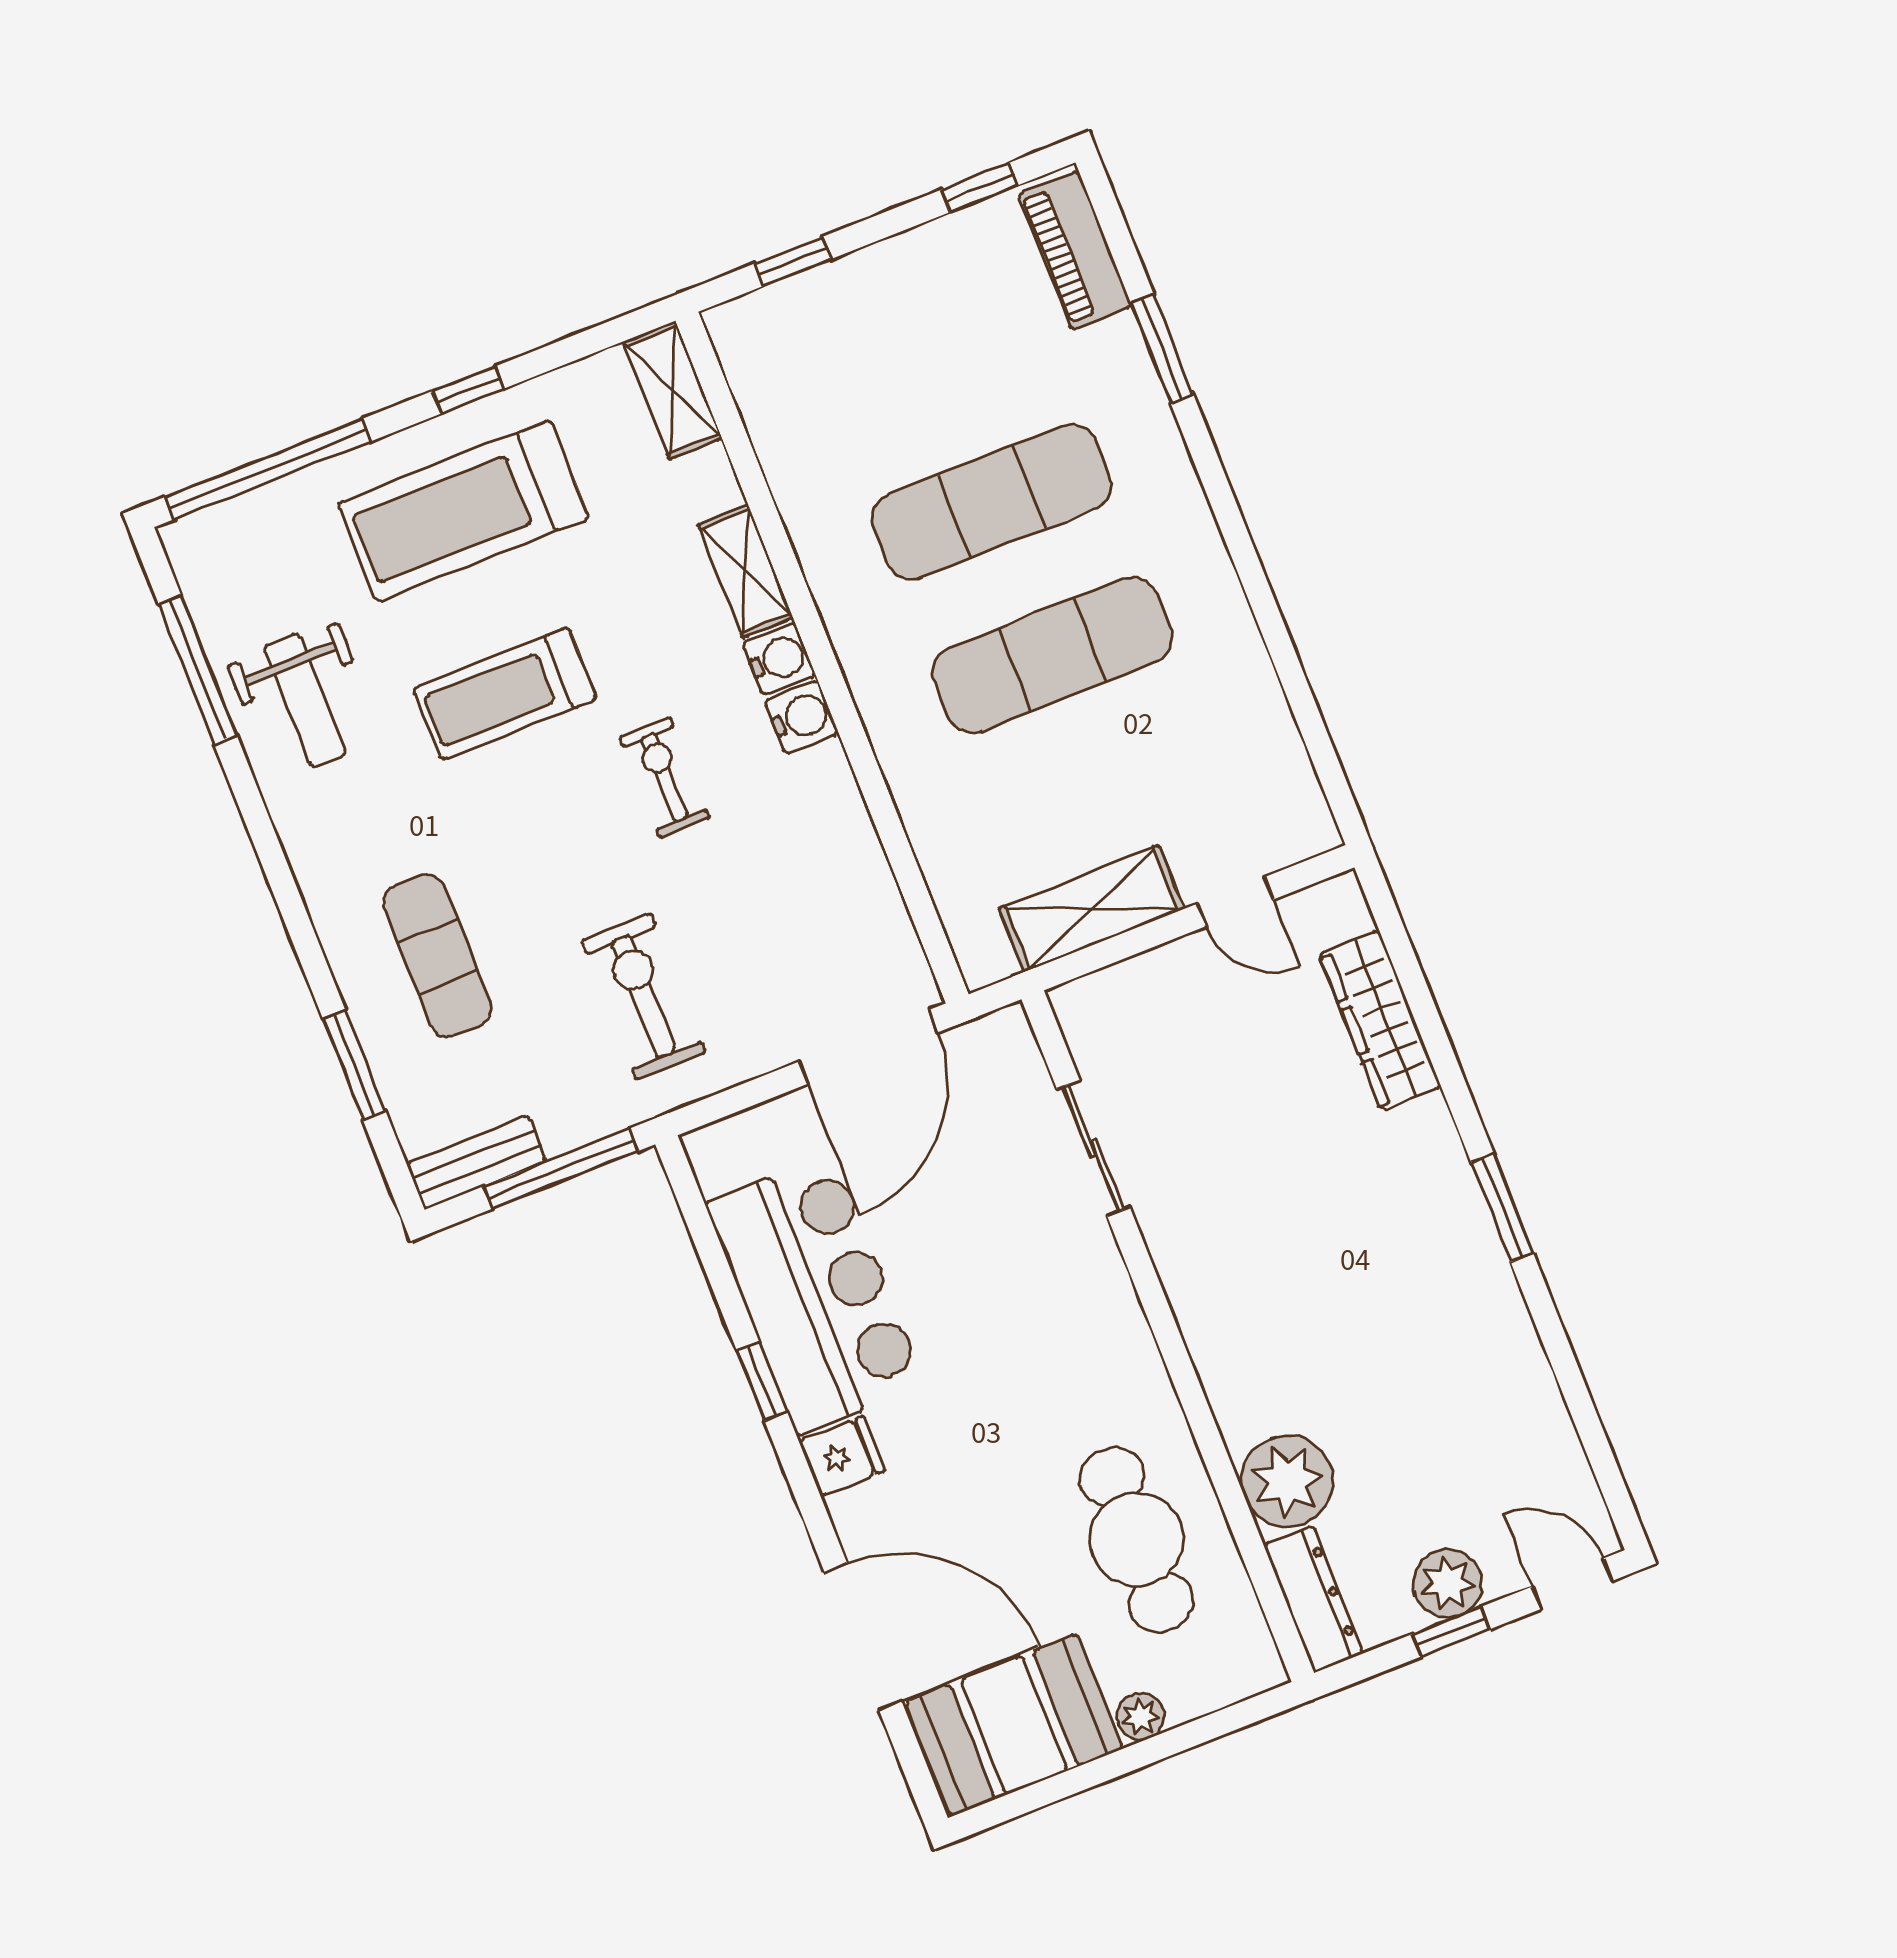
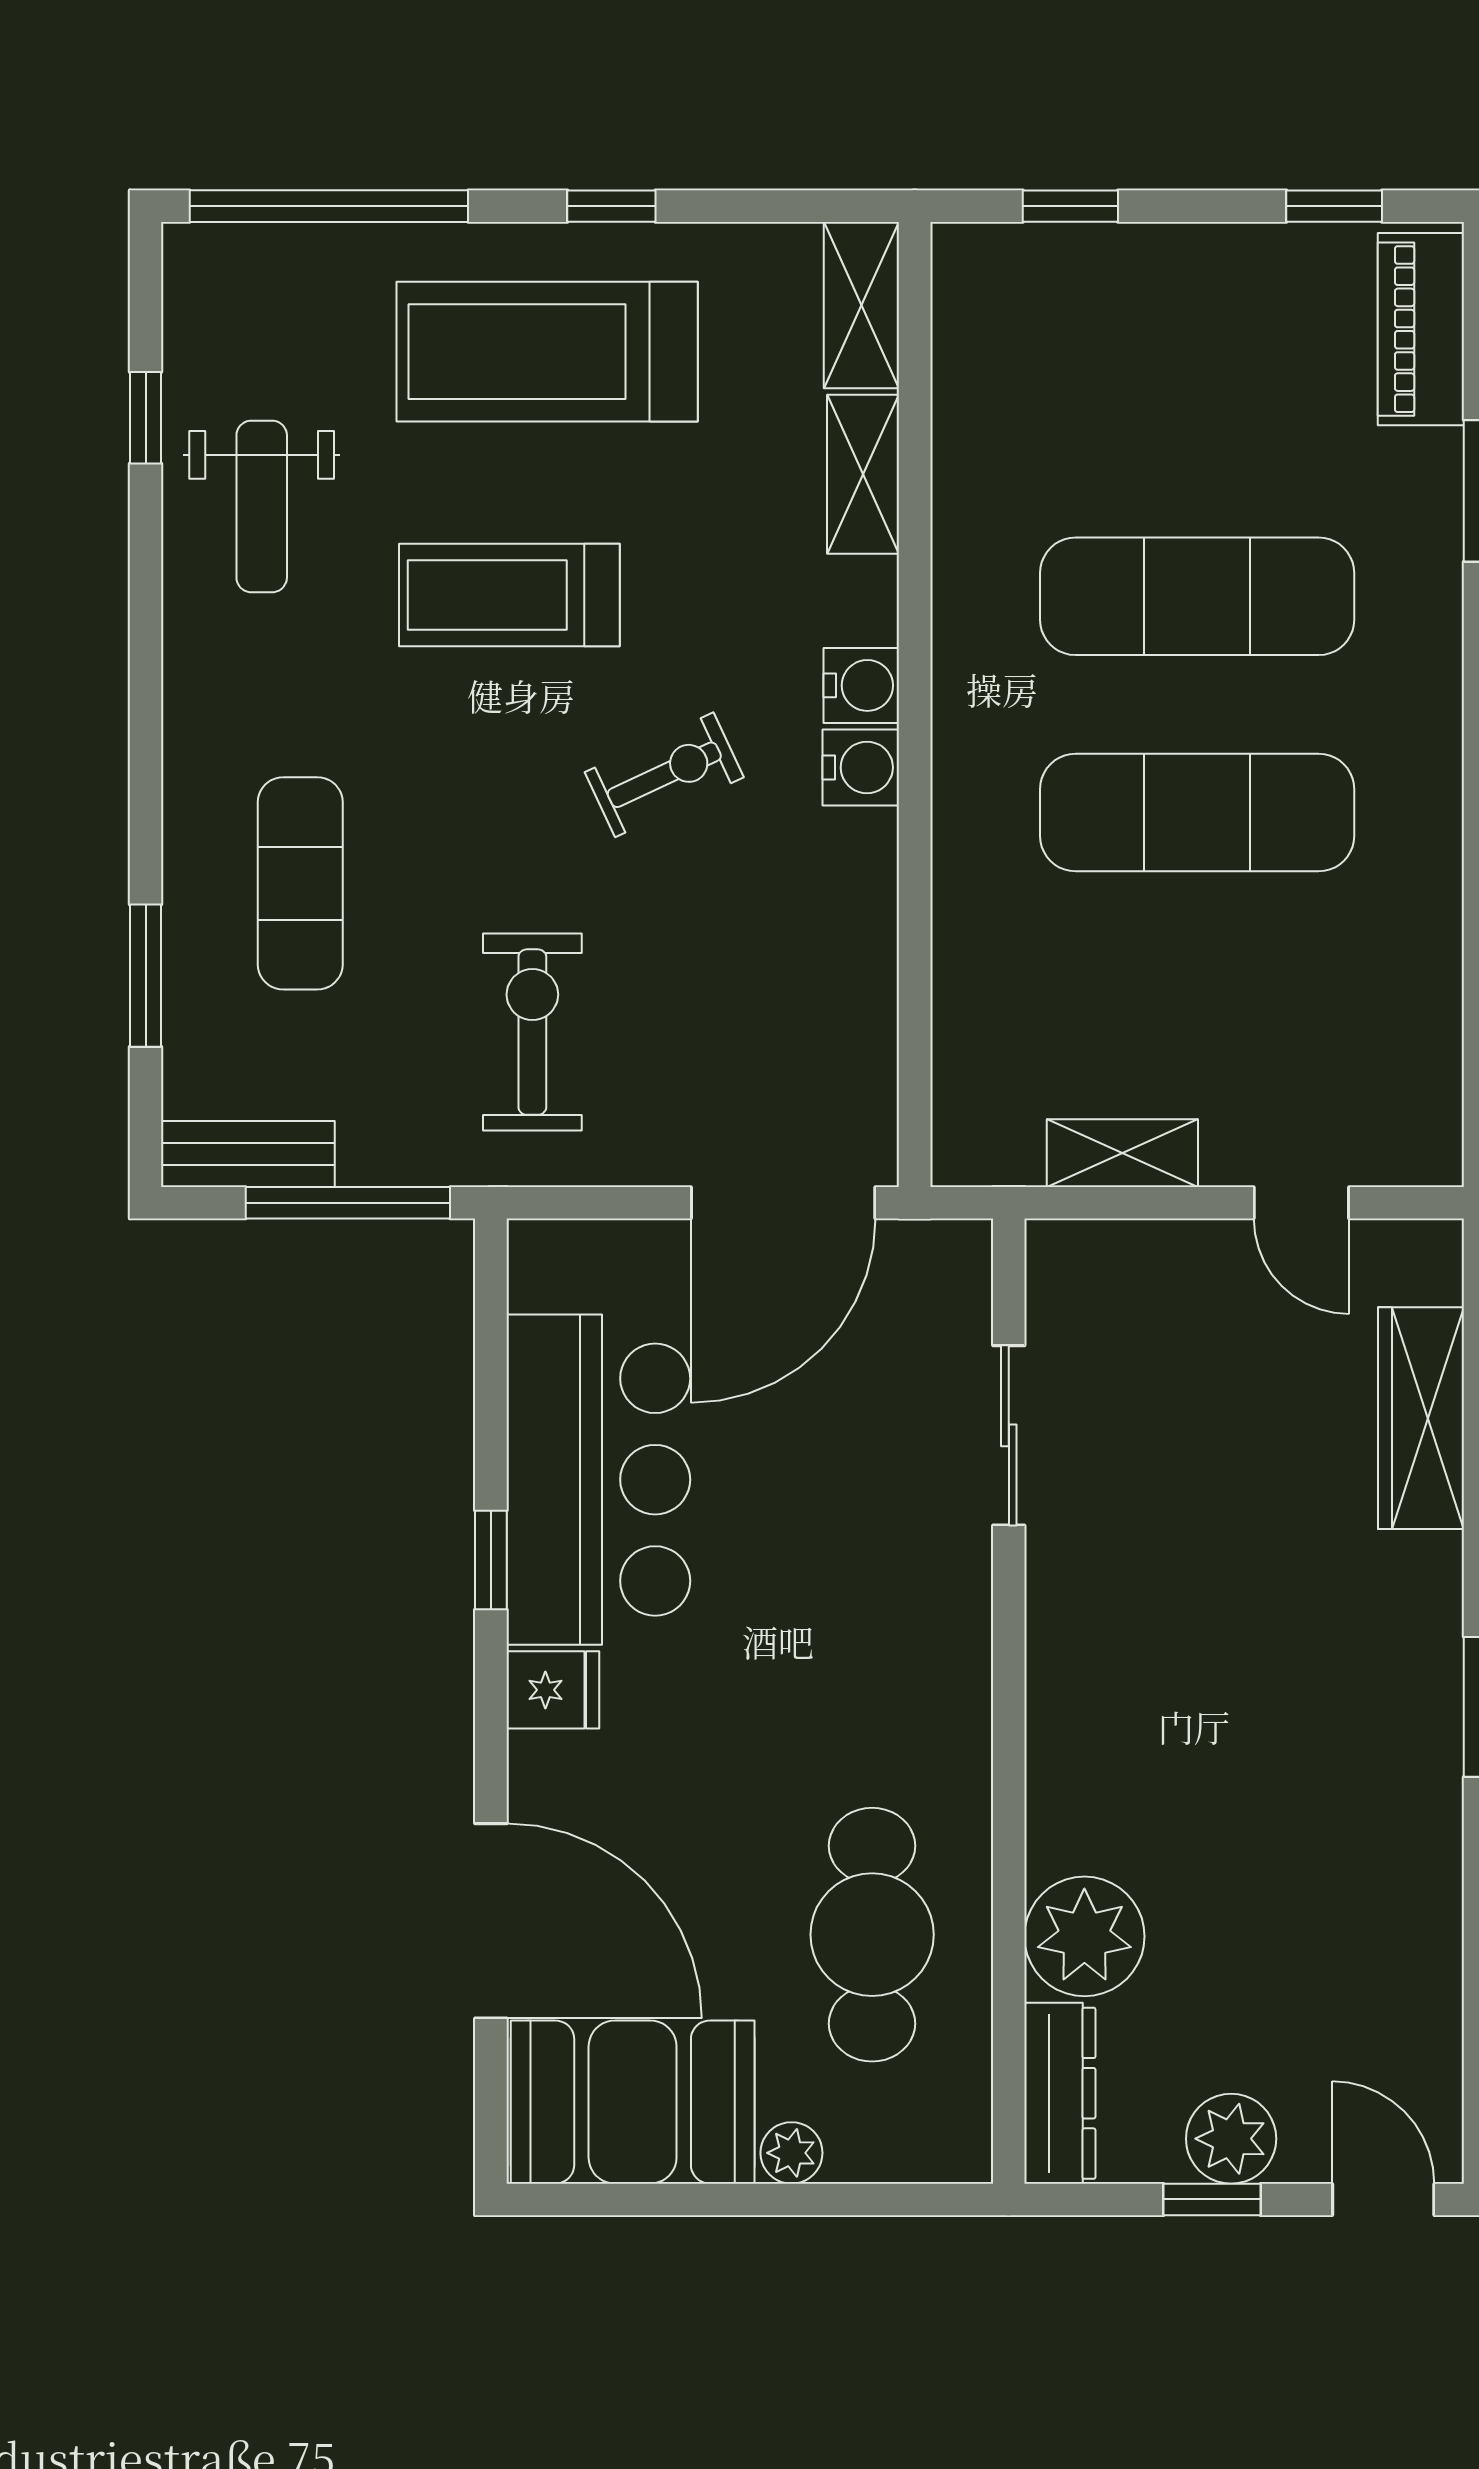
shelving: (746, 571) -> (863, 474), moved
window: (198, 670) -> (146, 418), width x0.46
exercise bike: (665, 777) -> (664, 775), turned 65
shelving: (1091, 909) -> (1122, 1153), width x0.67, depth x0.75

